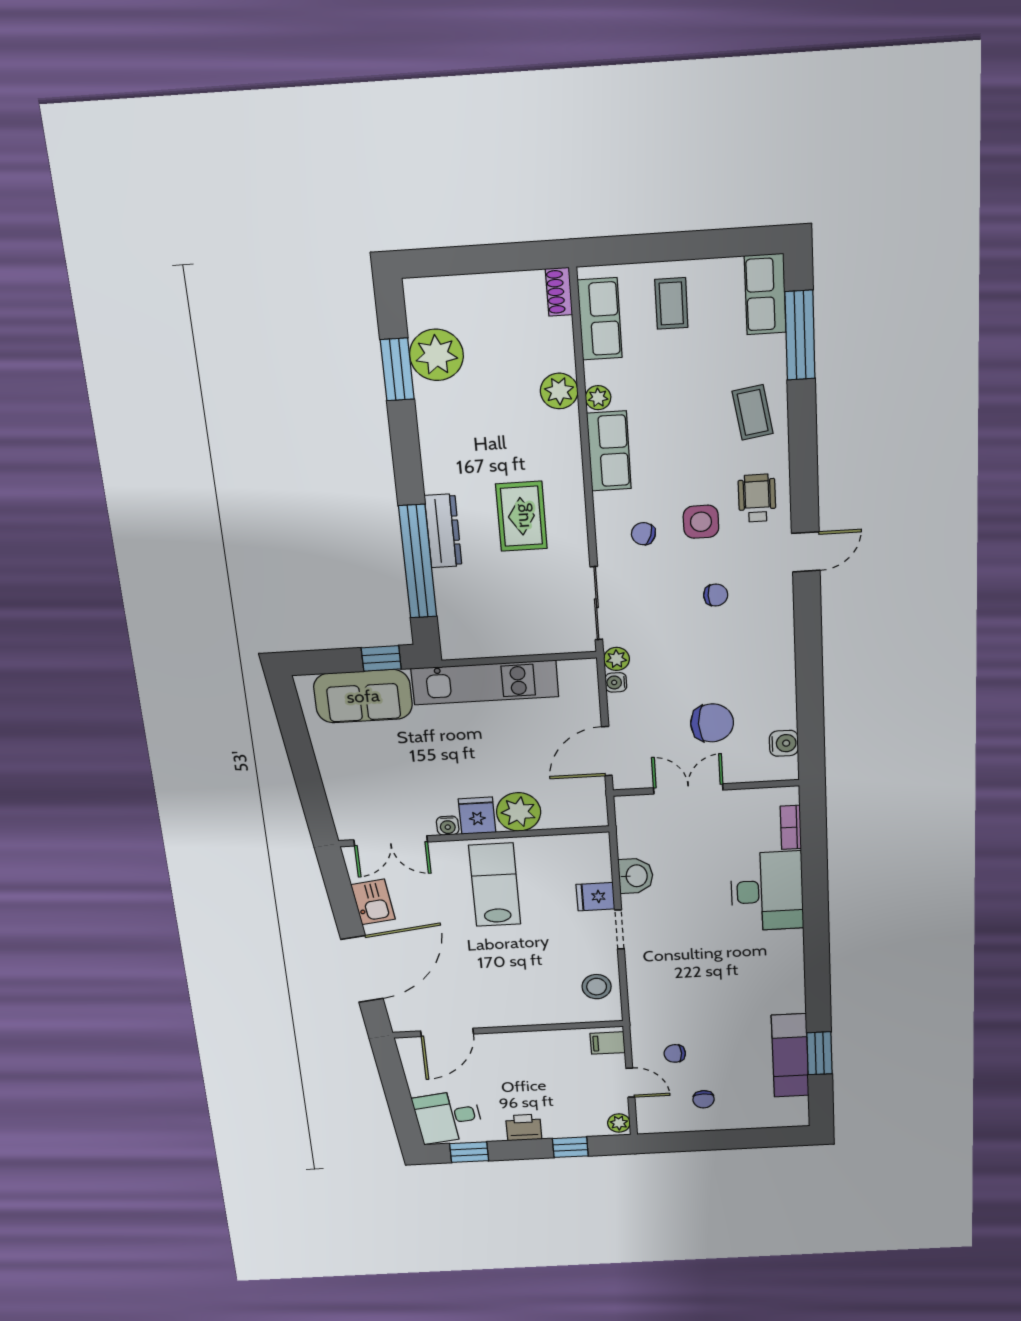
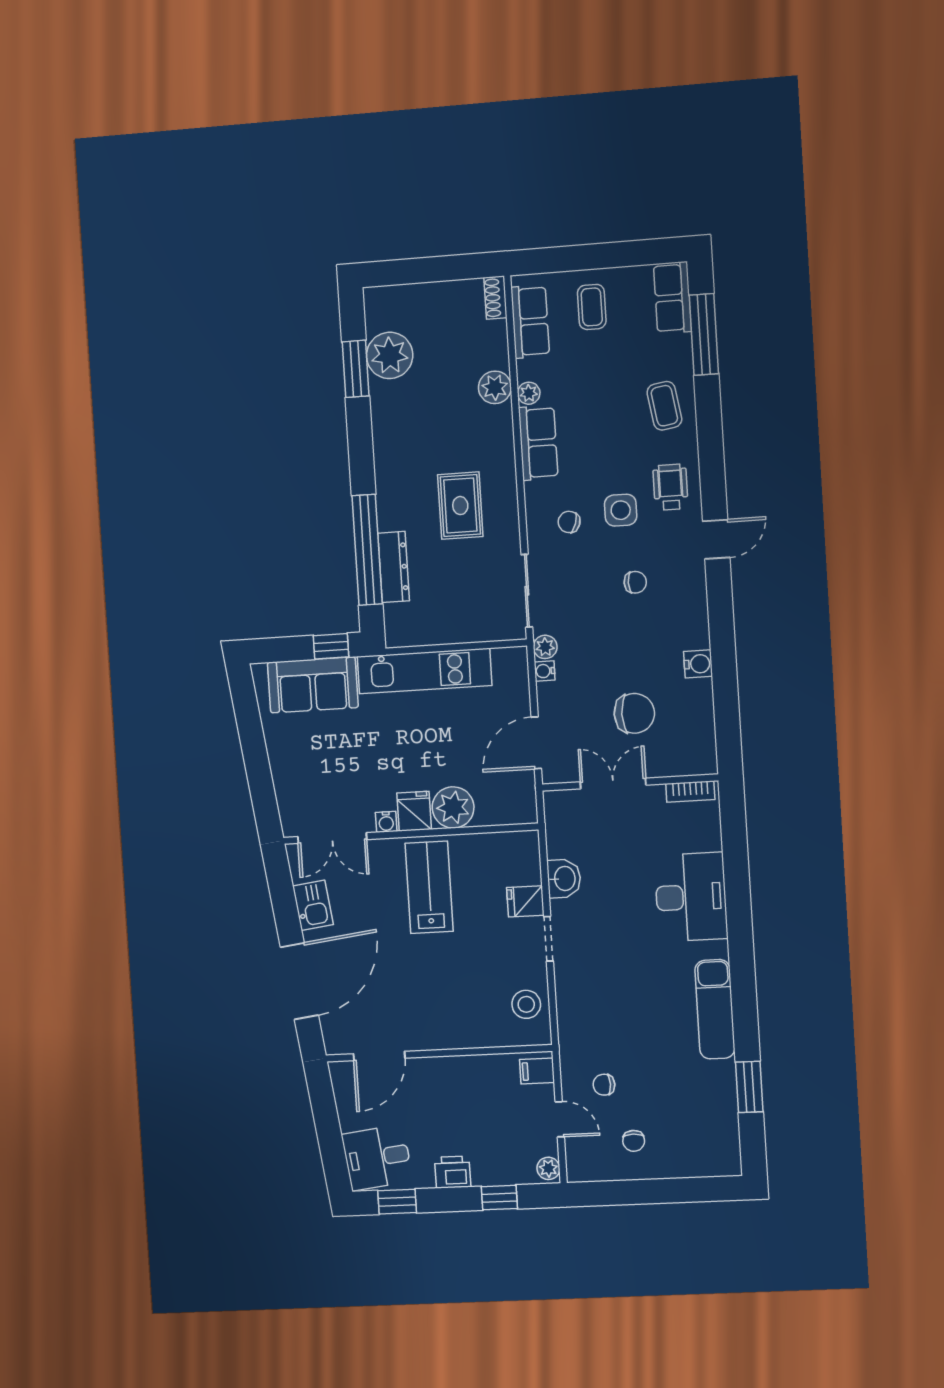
dresser: (443, 531) -> (394, 567), moved
water cooler: (784, 743) -> (698, 664), moved
bookcase: (791, 827) -> (690, 792), moved, turned -90
exam couch: (790, 1055) -> (715, 1009), moved

